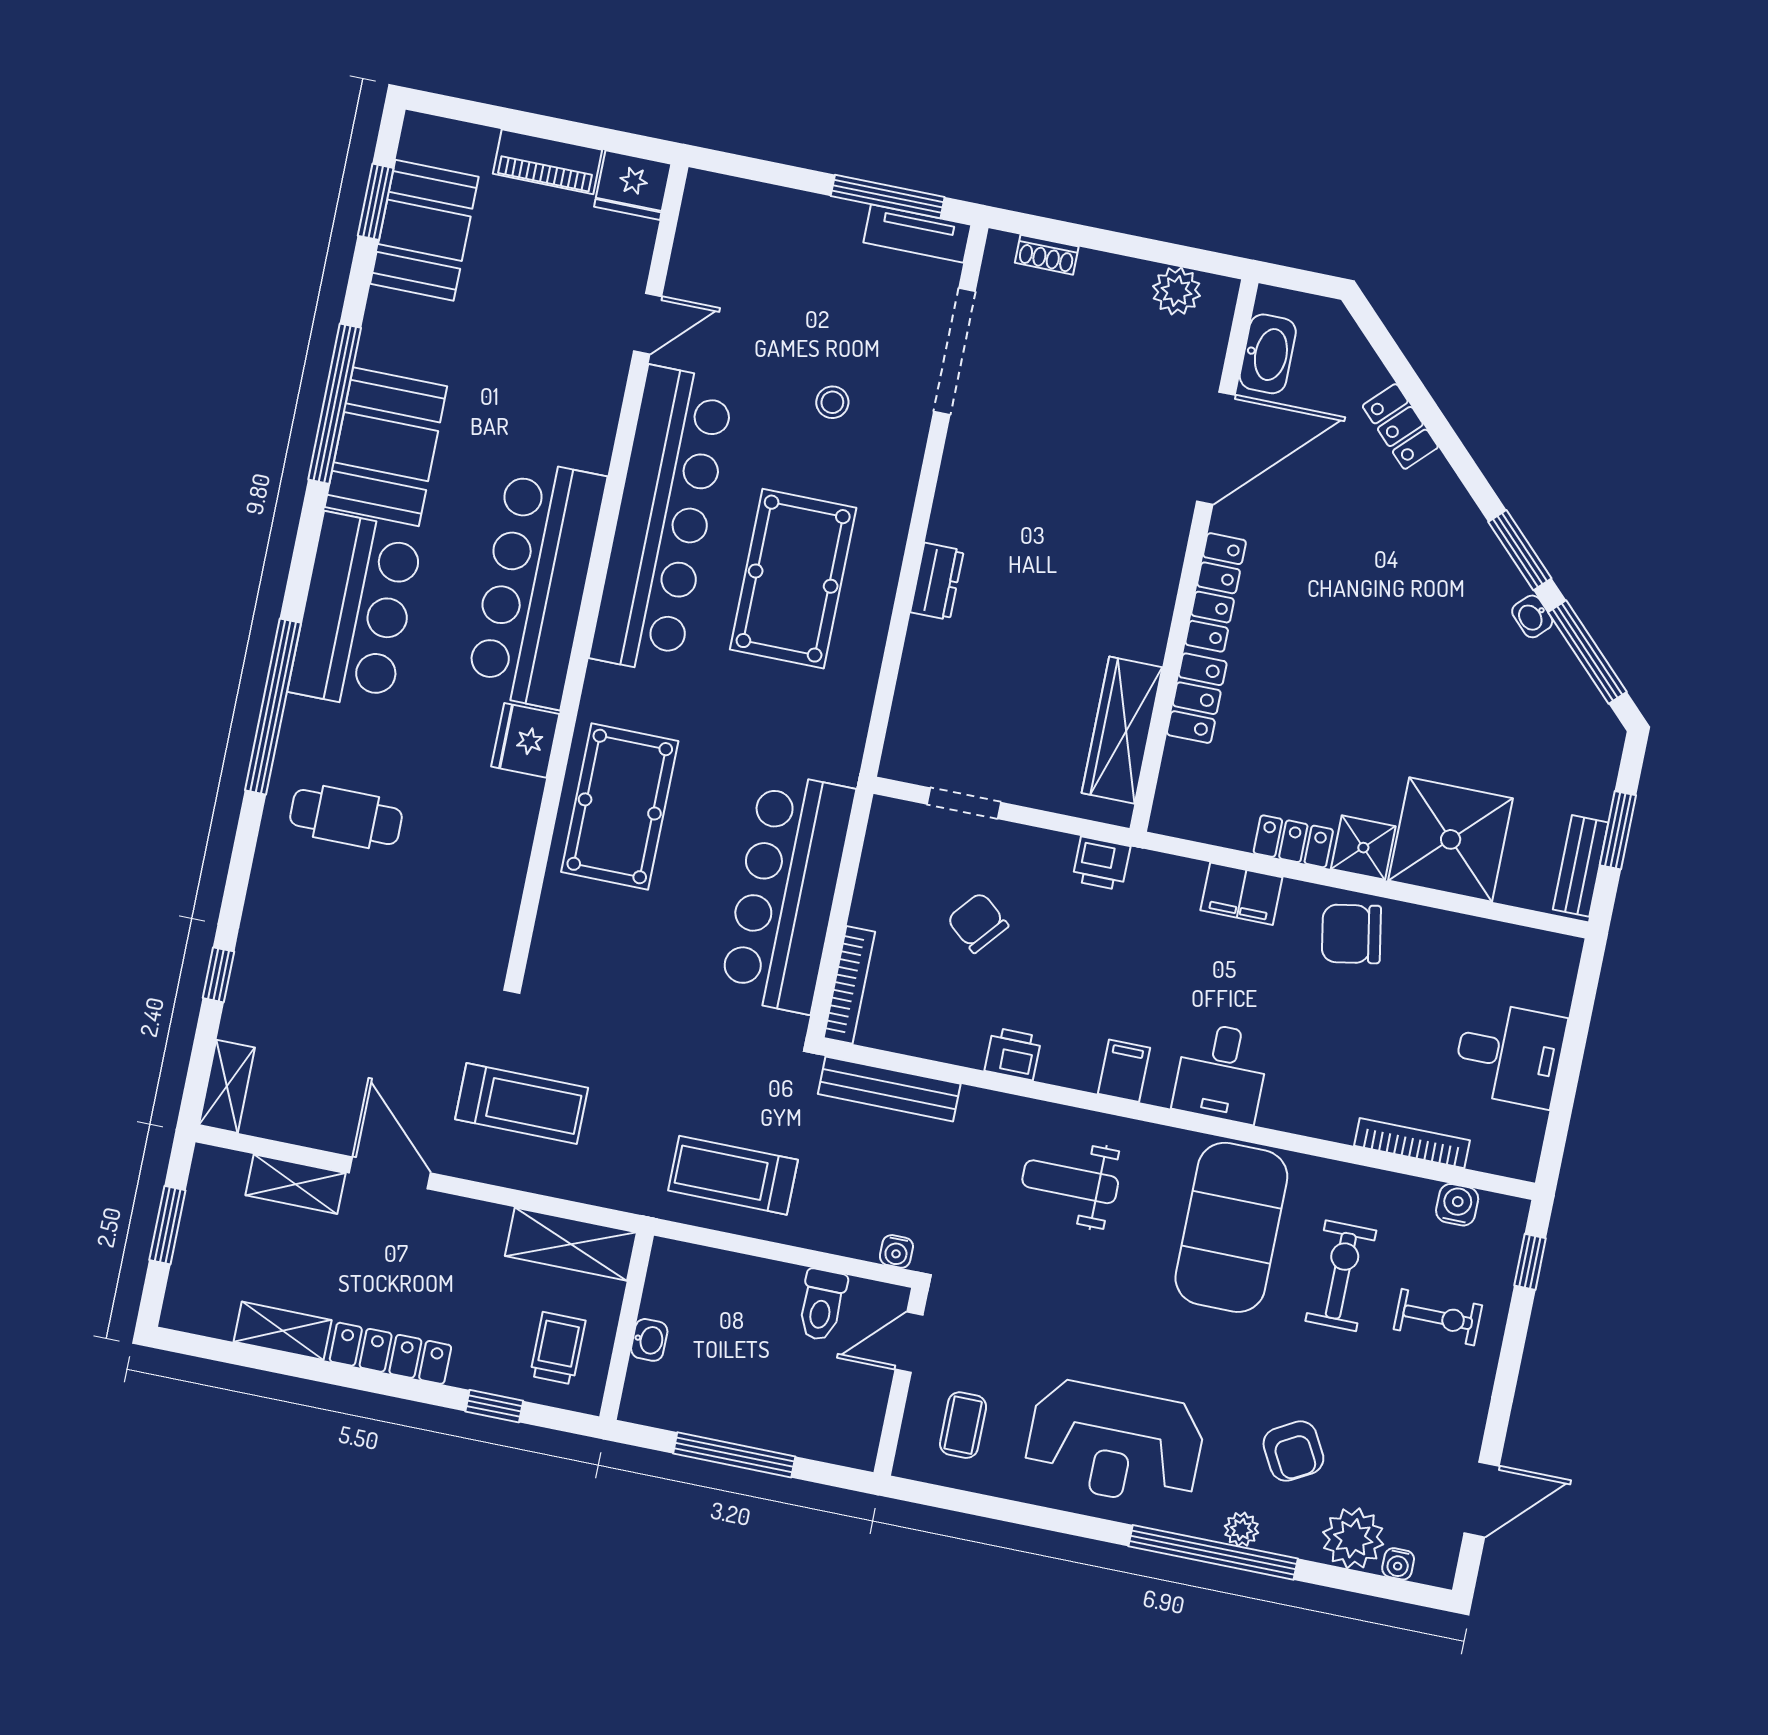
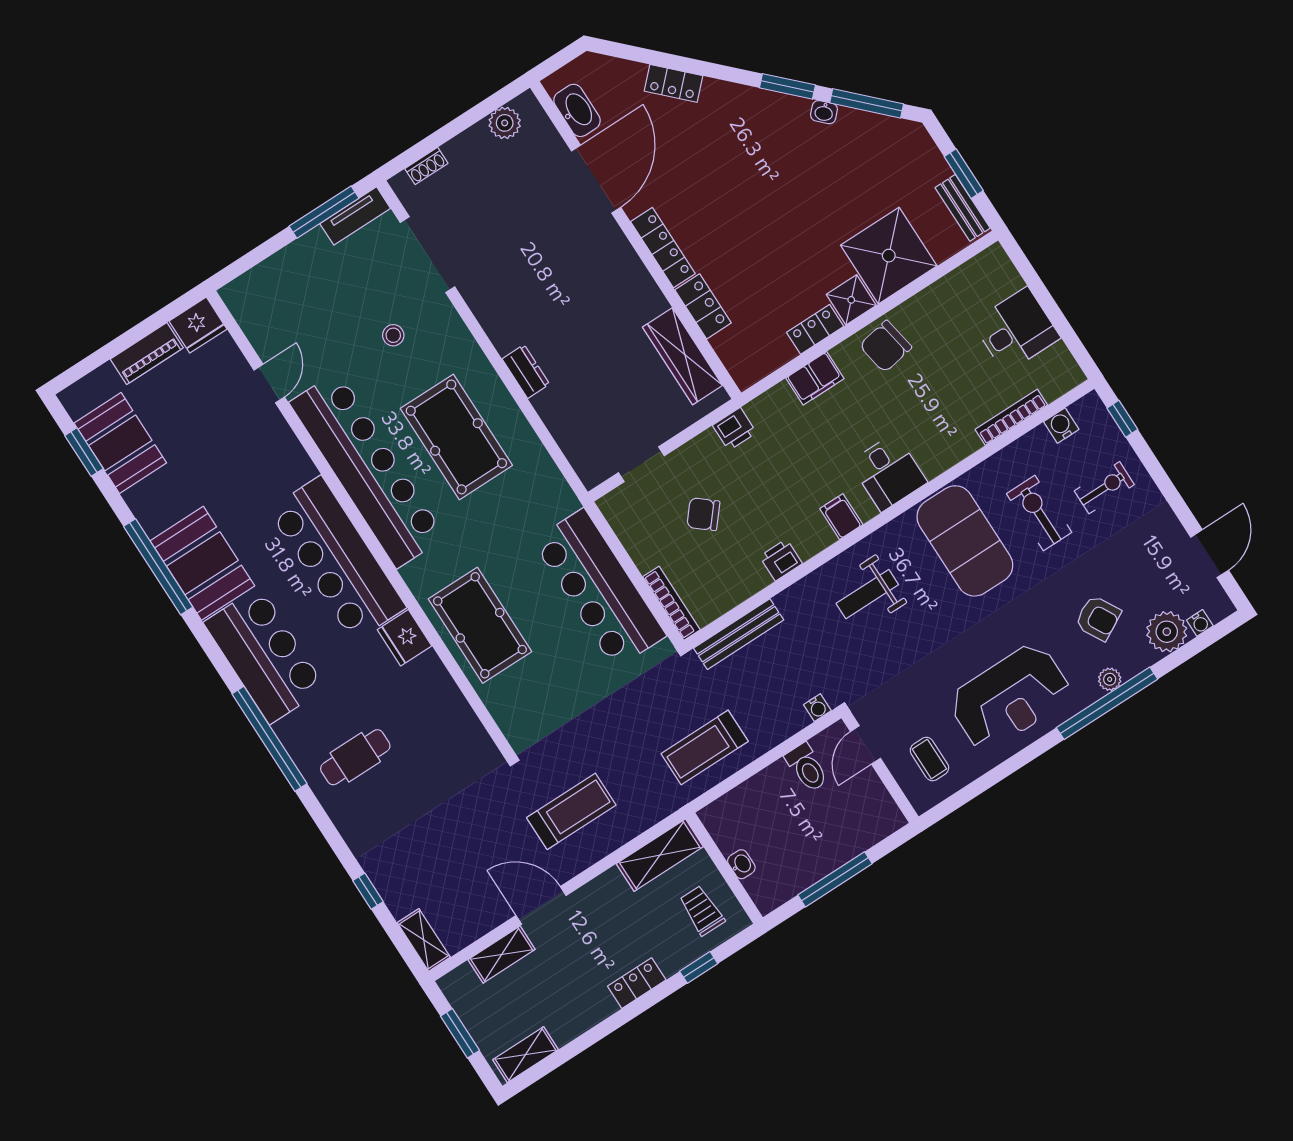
shelving: (283, 1331) -> (526, 1055), moved
locker: (390, 1353) -> (637, 983), width x0.66

